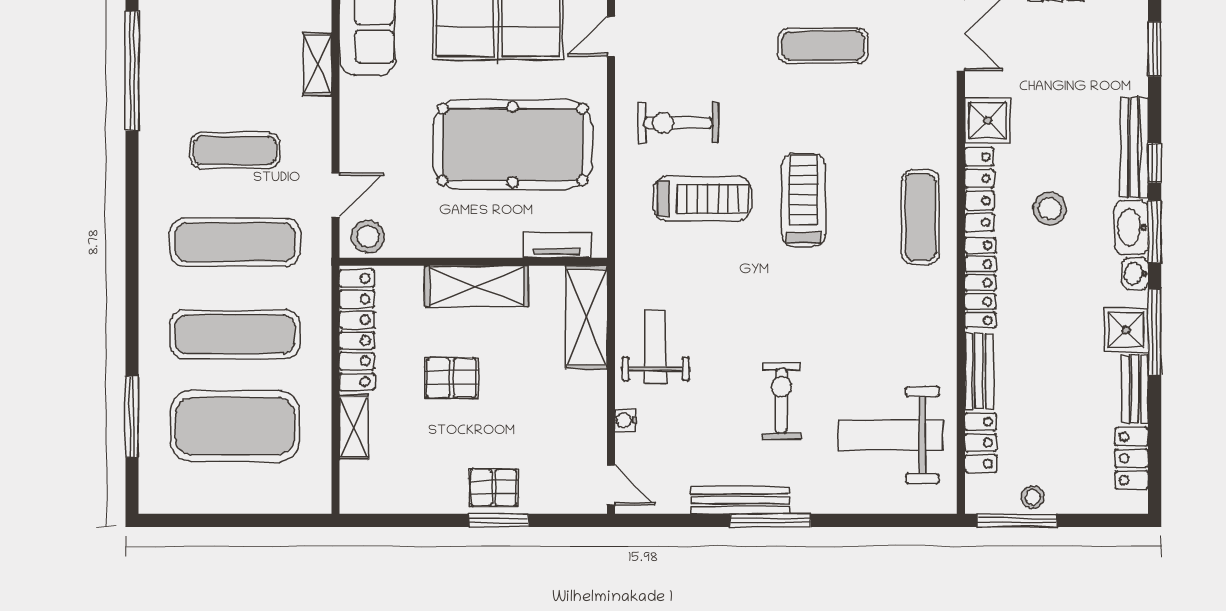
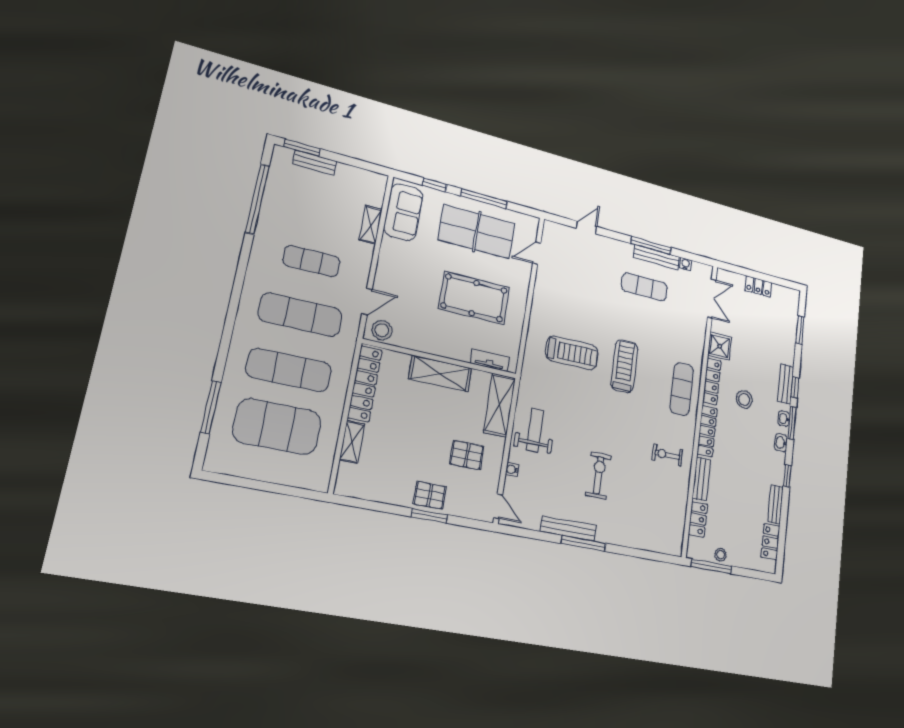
exercise bike: (678, 123) -> (667, 455), moved, width x0.73, depth x0.72
pool table: (513, 144) -> (474, 298), width x0.73, depth x0.76
bench: (1134, 147) -> (786, 384), width x0.73
washbasin: (1131, 227) -> (784, 419), width x0.52, depth x0.69
shower: (1126, 330) -> (774, 472), removed
window: (1155, 332) -> (787, 476), width x0.46
pallet: (451, 378) -> (467, 455), moved
weight bench: (891, 435) -> (653, 506), removed

